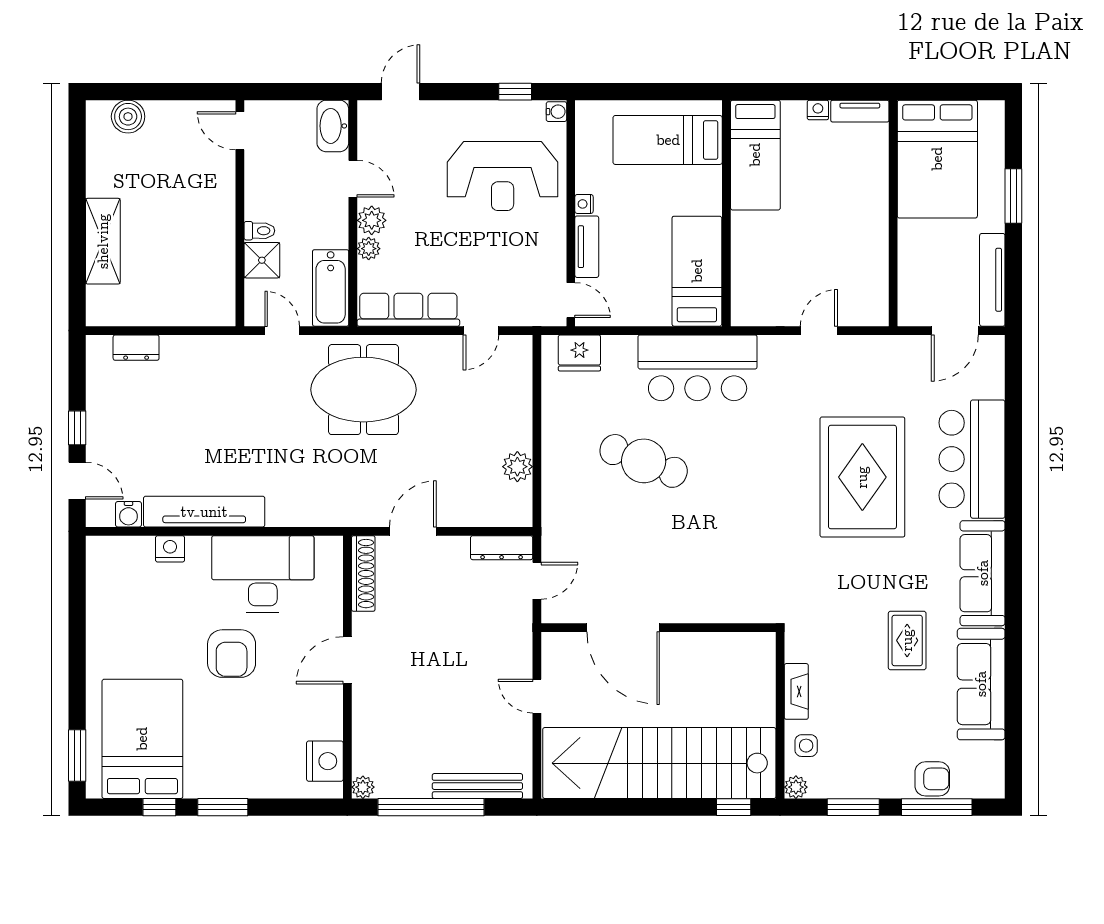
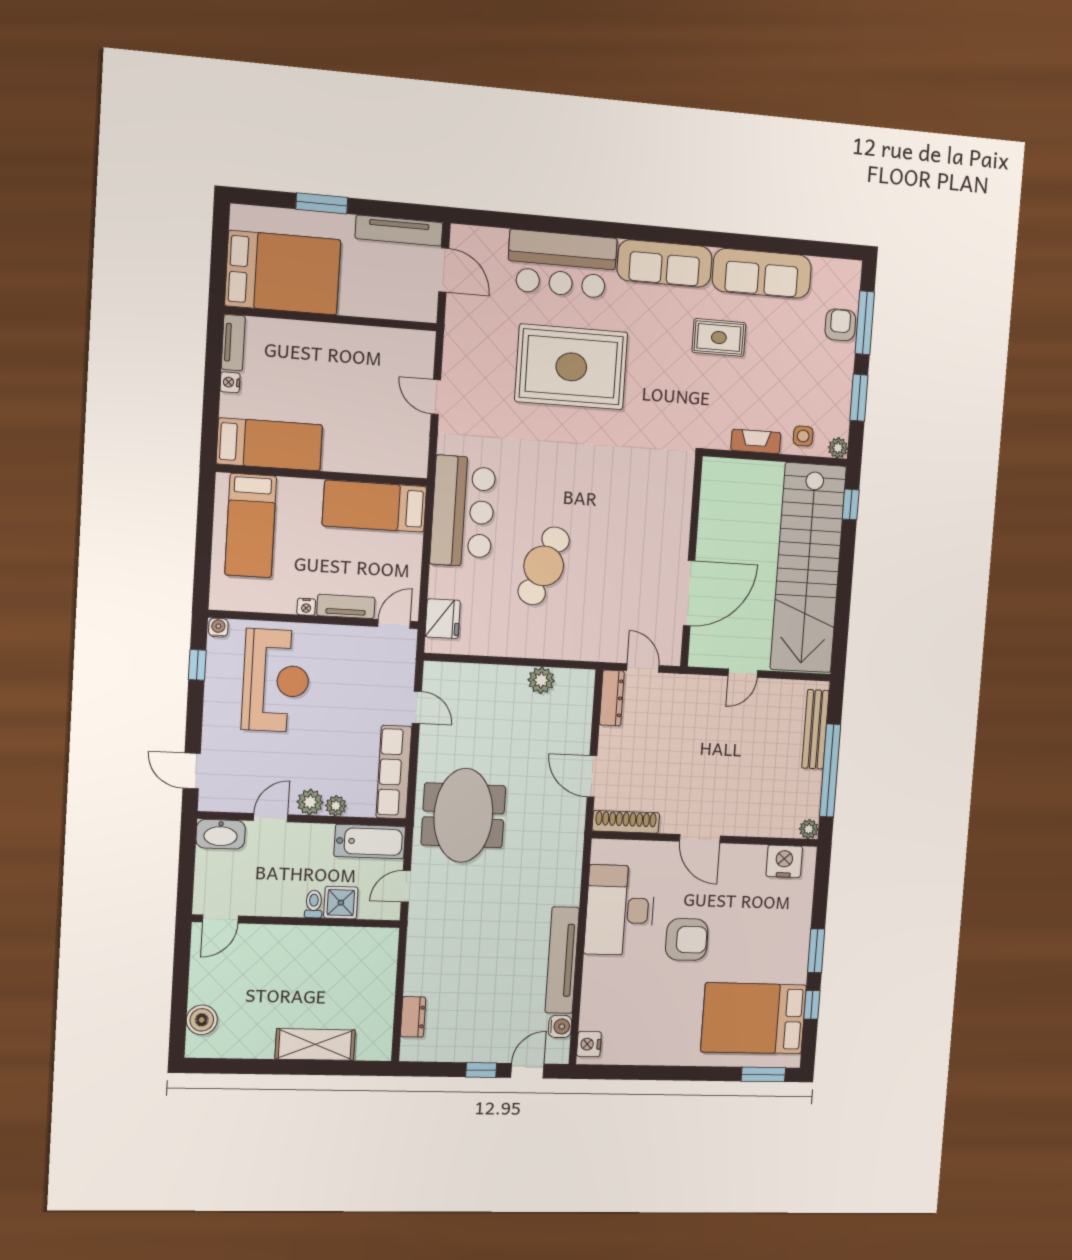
nightstand: (170, 549) -> (589, 1044), moved

